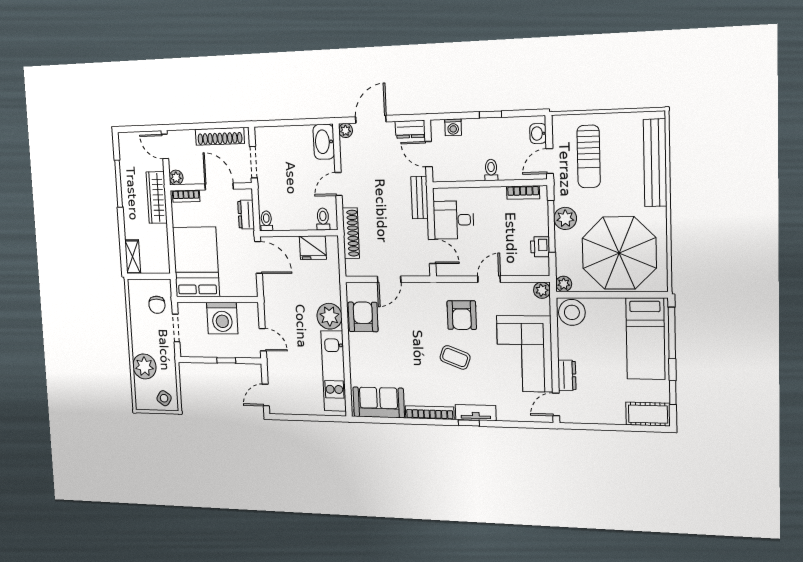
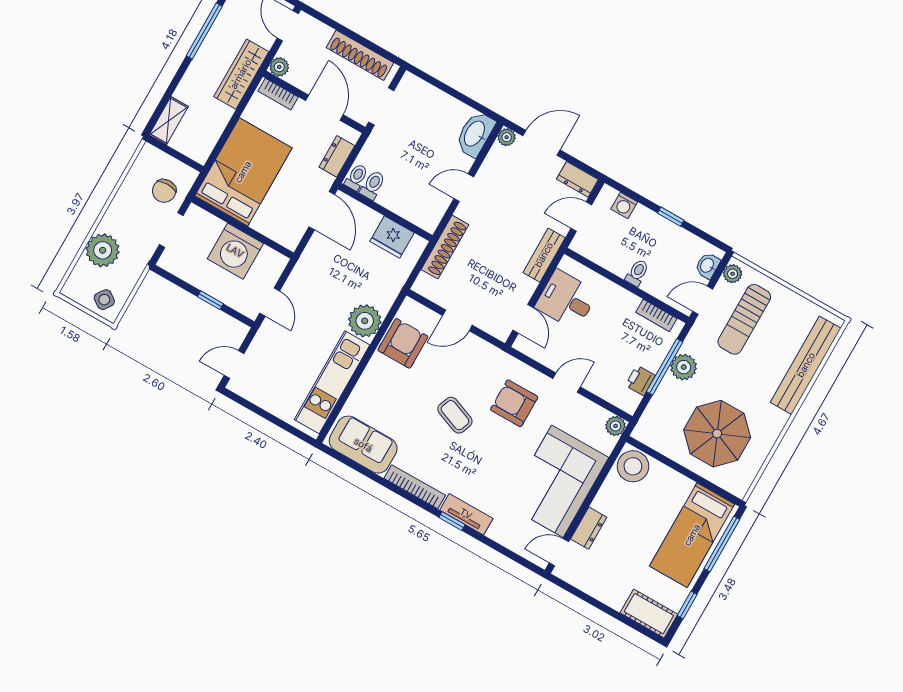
door: (429, 154) -> (581, 217), hinge flipped
toilet: (323, 219) -> (373, 185), moved
parasol: (619, 253) -> (717, 434), width x0.73, depth x0.73
plant: (564, 284) -> (733, 274), moved
armchair: (462, 315) -> (514, 403), turned 90
coffee table: (455, 357) -> (455, 415), moved

